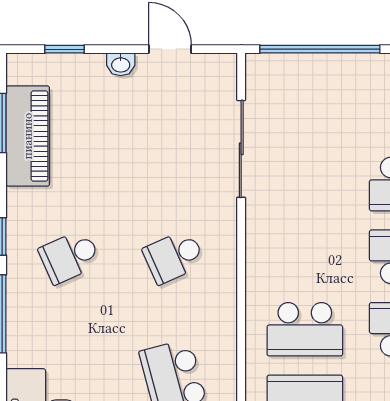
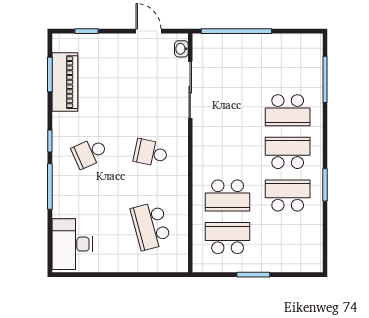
washbasin: (121, 64) -> (181, 49), moved, turned 90
school desk: (174, 257) -> (151, 153), turned 36

